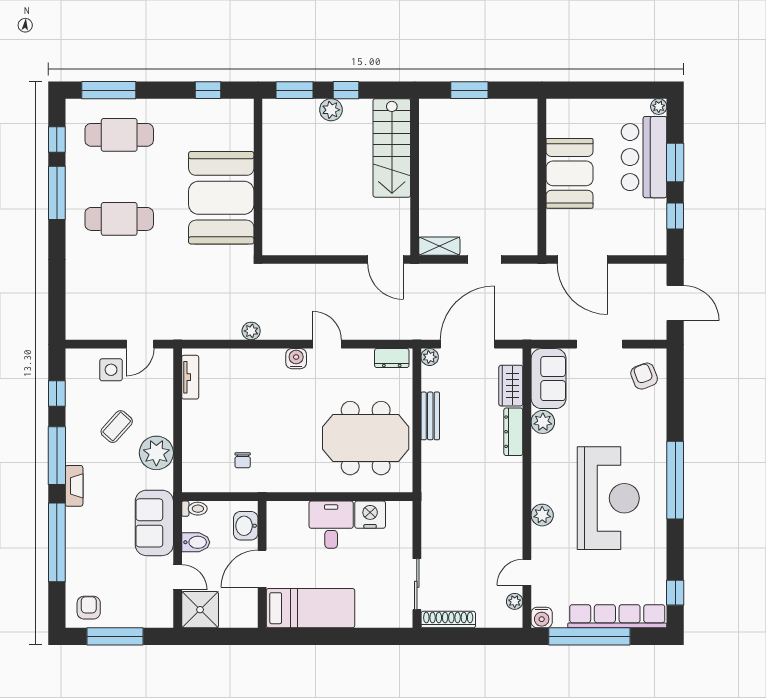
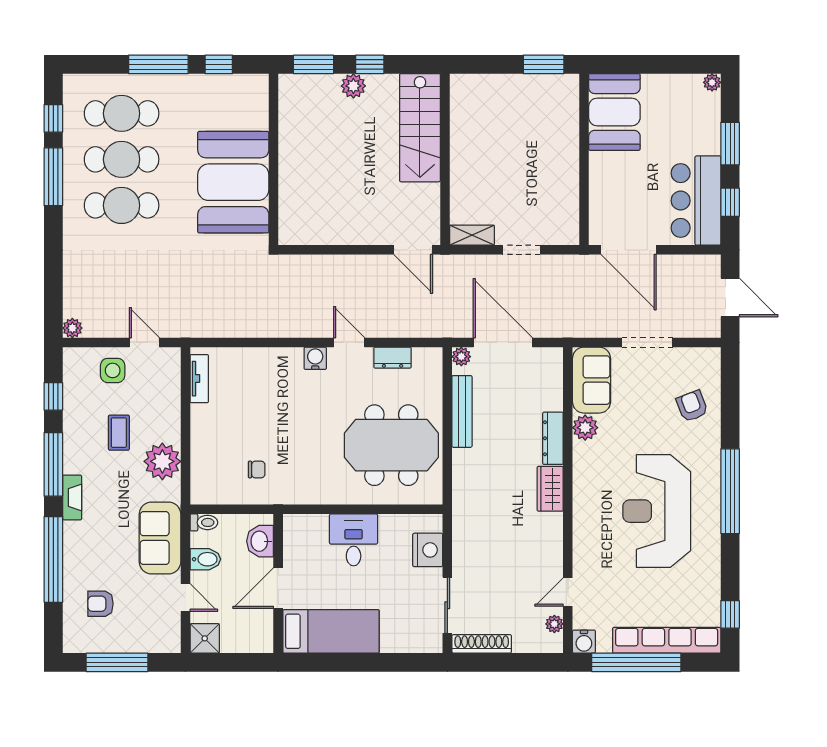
window: (109, 90) -> (158, 64), moved
window: (469, 90) -> (544, 64), moved
bar counter: (644, 157) -> (696, 201), moved
booth: (569, 173) -> (614, 112), moved
cafe table: (119, 177) -> (122, 159), added
plant: (251, 331) -> (72, 328), moved
door: (140, 344) -> (144, 342), swing flipped
door: (468, 344) -> (503, 342), hinge flipped
dresser: (392, 358) -> (393, 358), moved
armchair: (644, 376) -> (692, 406), moved
wardrobe: (511, 386) -> (550, 489), moved
bench: (430, 416) -> (462, 411), width x1.36
coffee table: (117, 427) -> (119, 433), turned -42
chair: (243, 460) -> (257, 470), turned -90
reception desk: (608, 498) -> (657, 511), turned 180
nightstand: (370, 515) -> (428, 550), moved, turned 90
plant: (542, 515) -> (584, 529), removed
armchair: (89, 608) -> (100, 604), moved, turned -90
shower: (200, 610) -> (205, 638), width x0.73, depth x0.73

